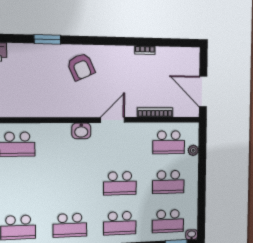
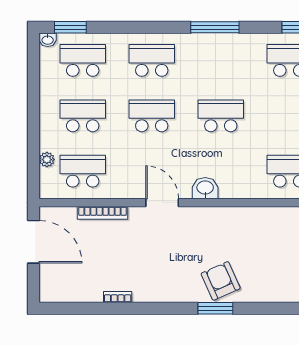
window: (47, 39) -> (215, 308), moved
armchair: (81, 67) -> (221, 281), moved
door: (113, 120) -> (162, 203), swing flipped
school desk: (70, 225) -> (221, 116), moved

